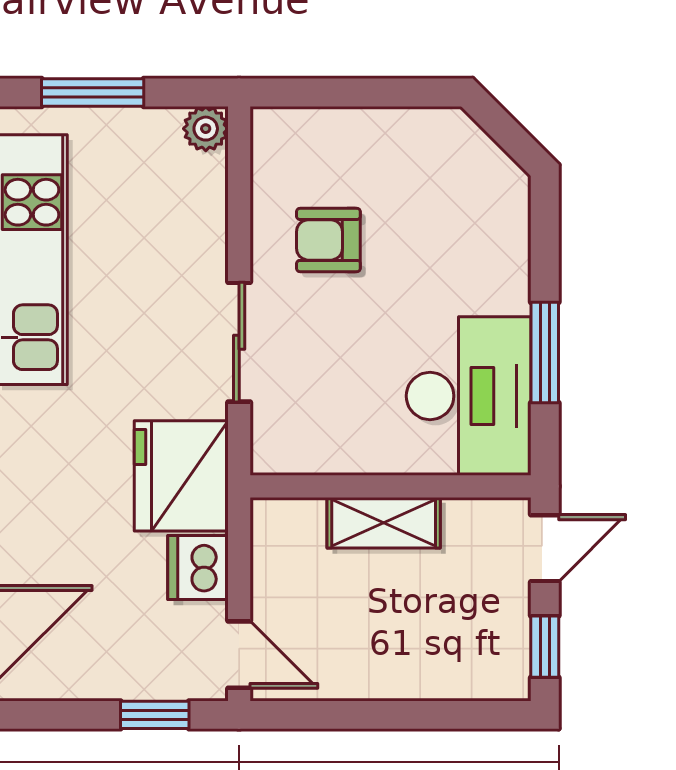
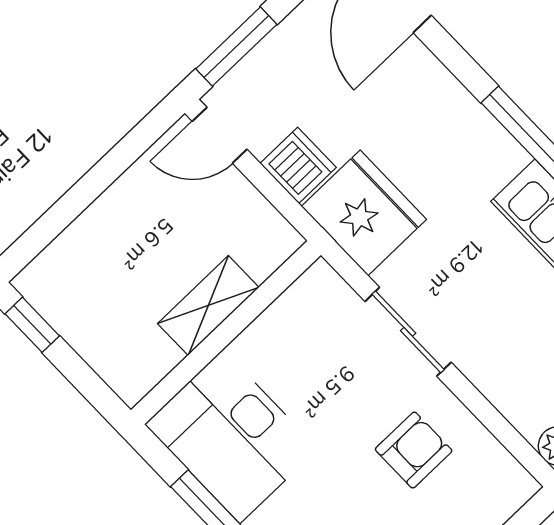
door: (545, 548) -> (92, 387), removed
window: (155, 715) -> (236, 47), width x1.50

